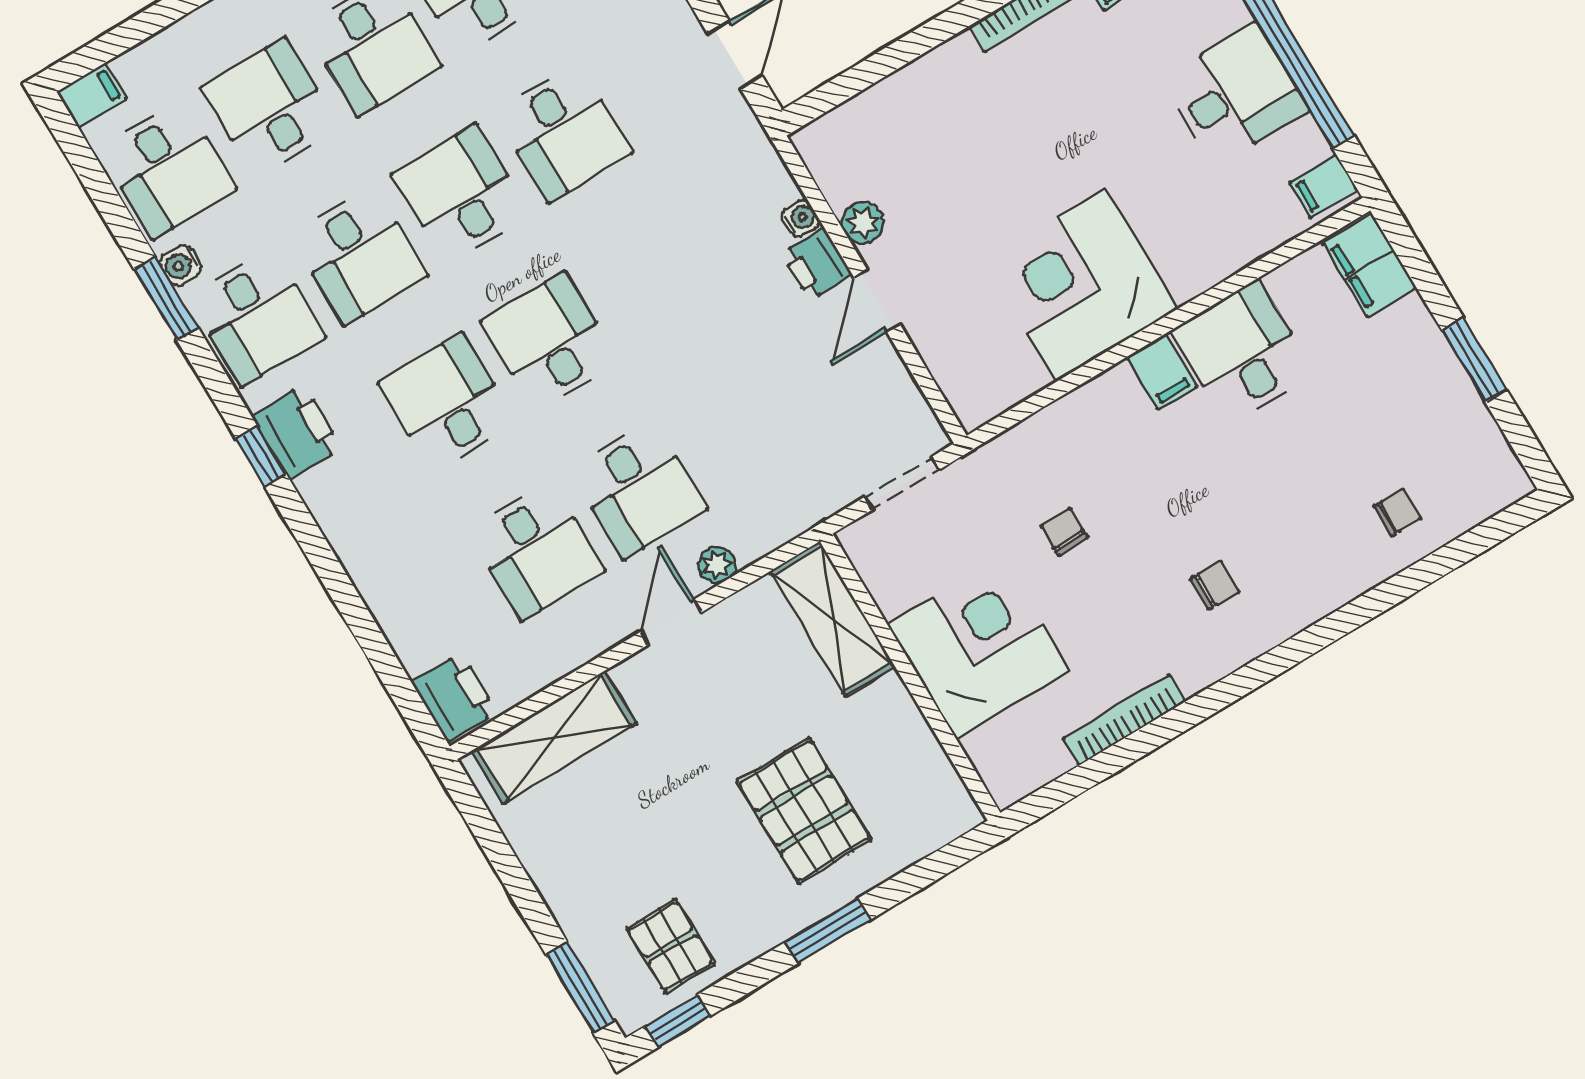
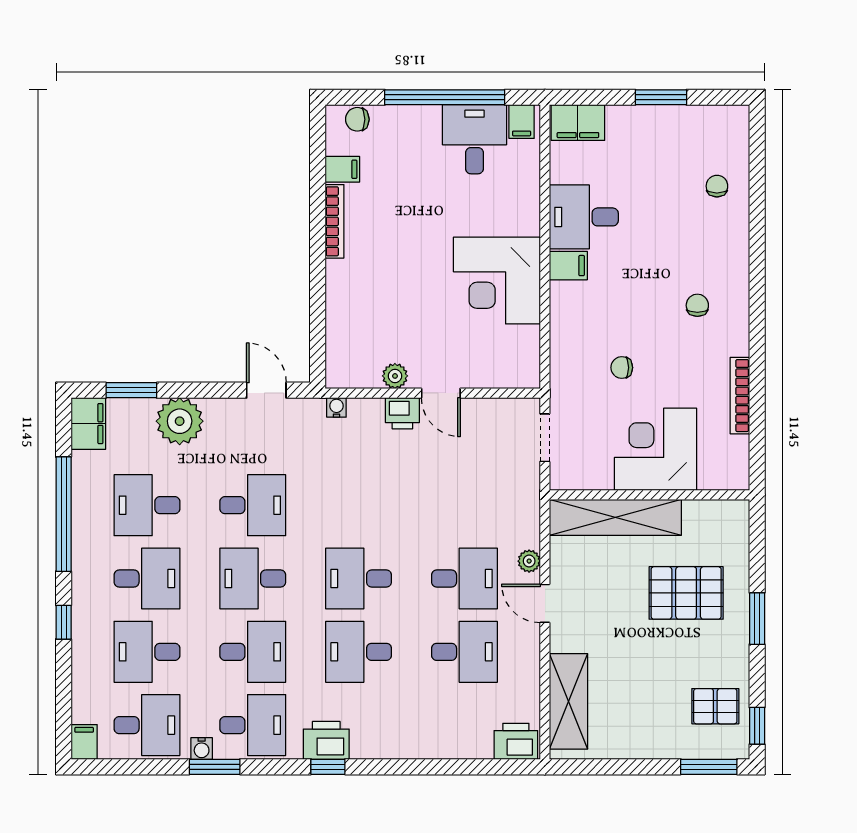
desk: (1235, 94) -> (474, 139), moved
water cooler: (800, 218) -> (336, 407), moved
shelving: (833, 619) -> (615, 517), width x1.47

